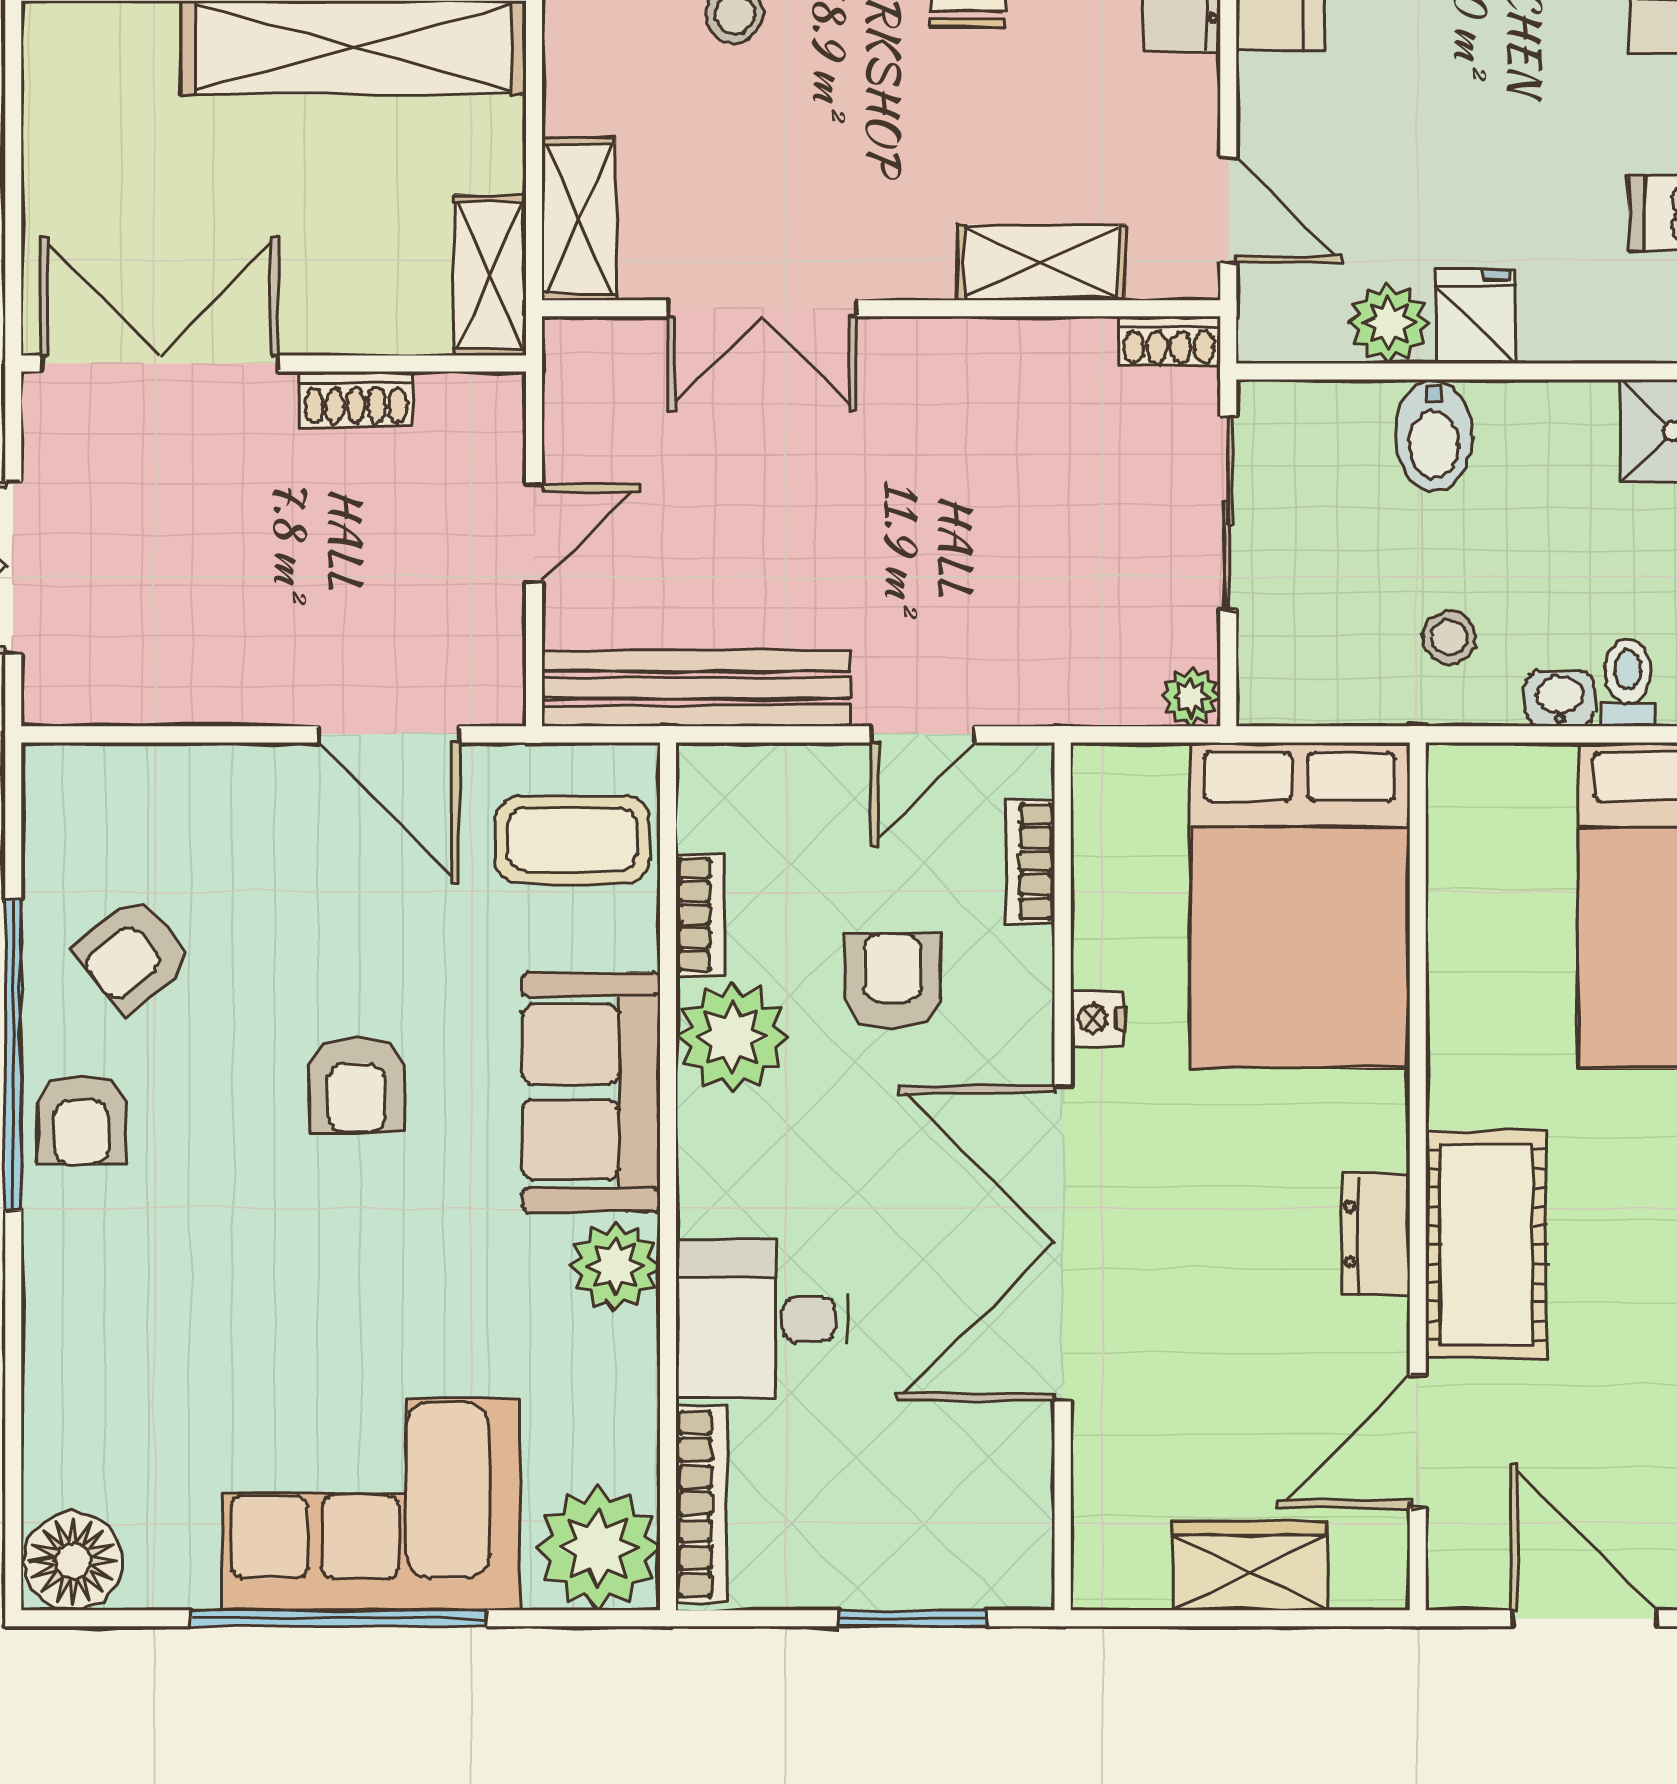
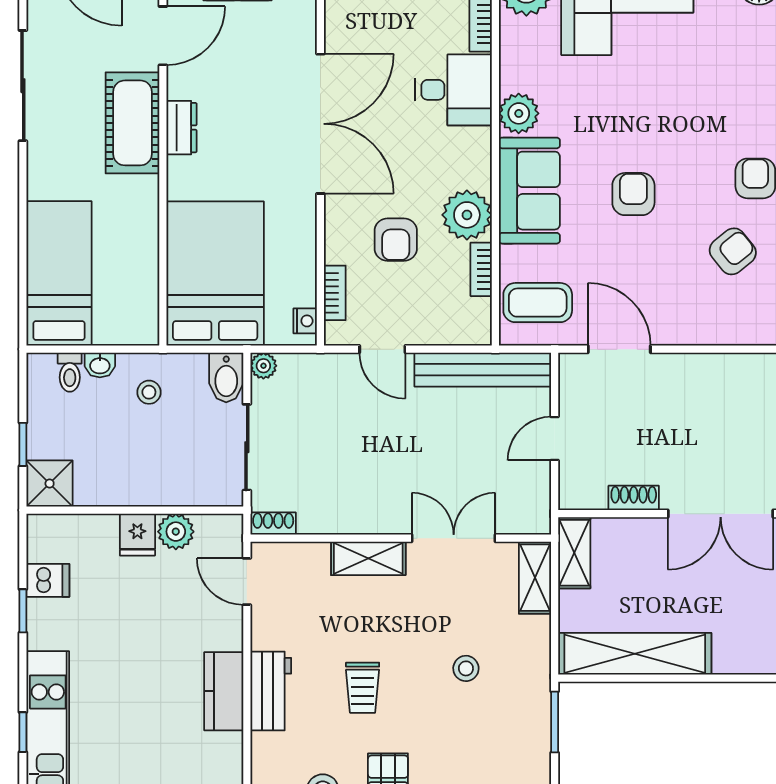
shelving: (1041, 263) -> (368, 558), moved
bidet: (1434, 435) -> (226, 377), moved, turned 180
door: (923, 734) -> (382, 349), swing flipped
nightstand: (1097, 1019) -> (305, 321), moved

